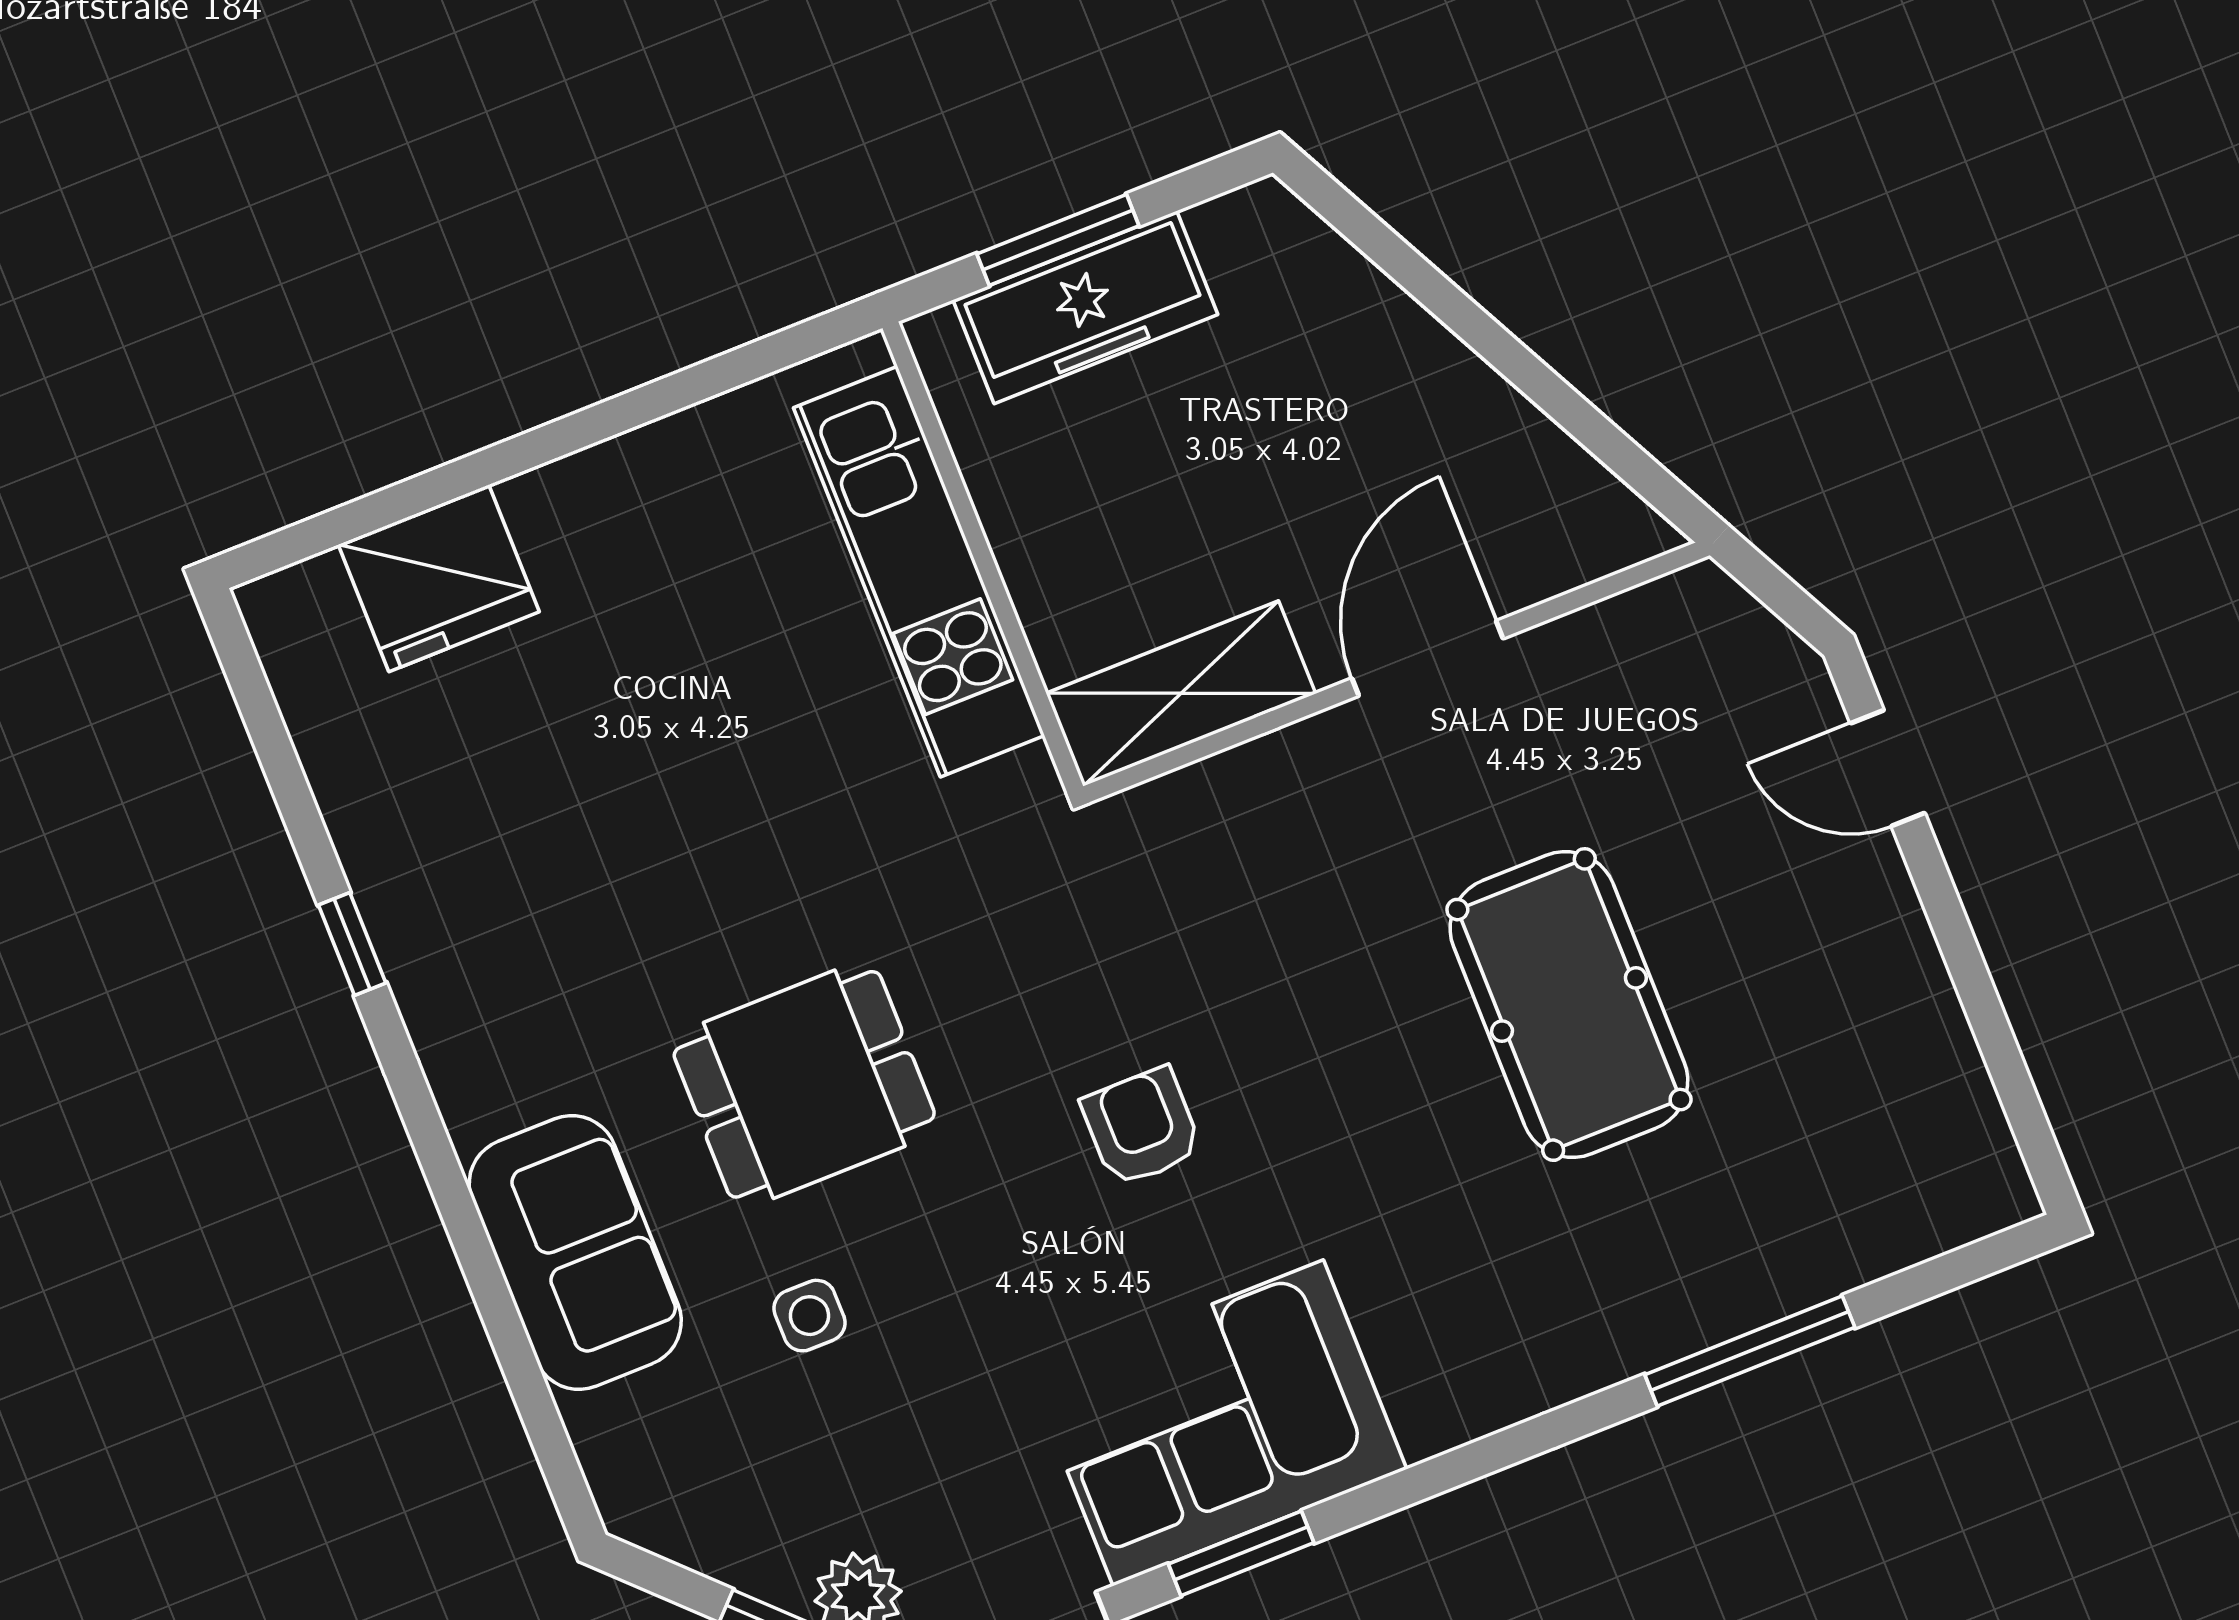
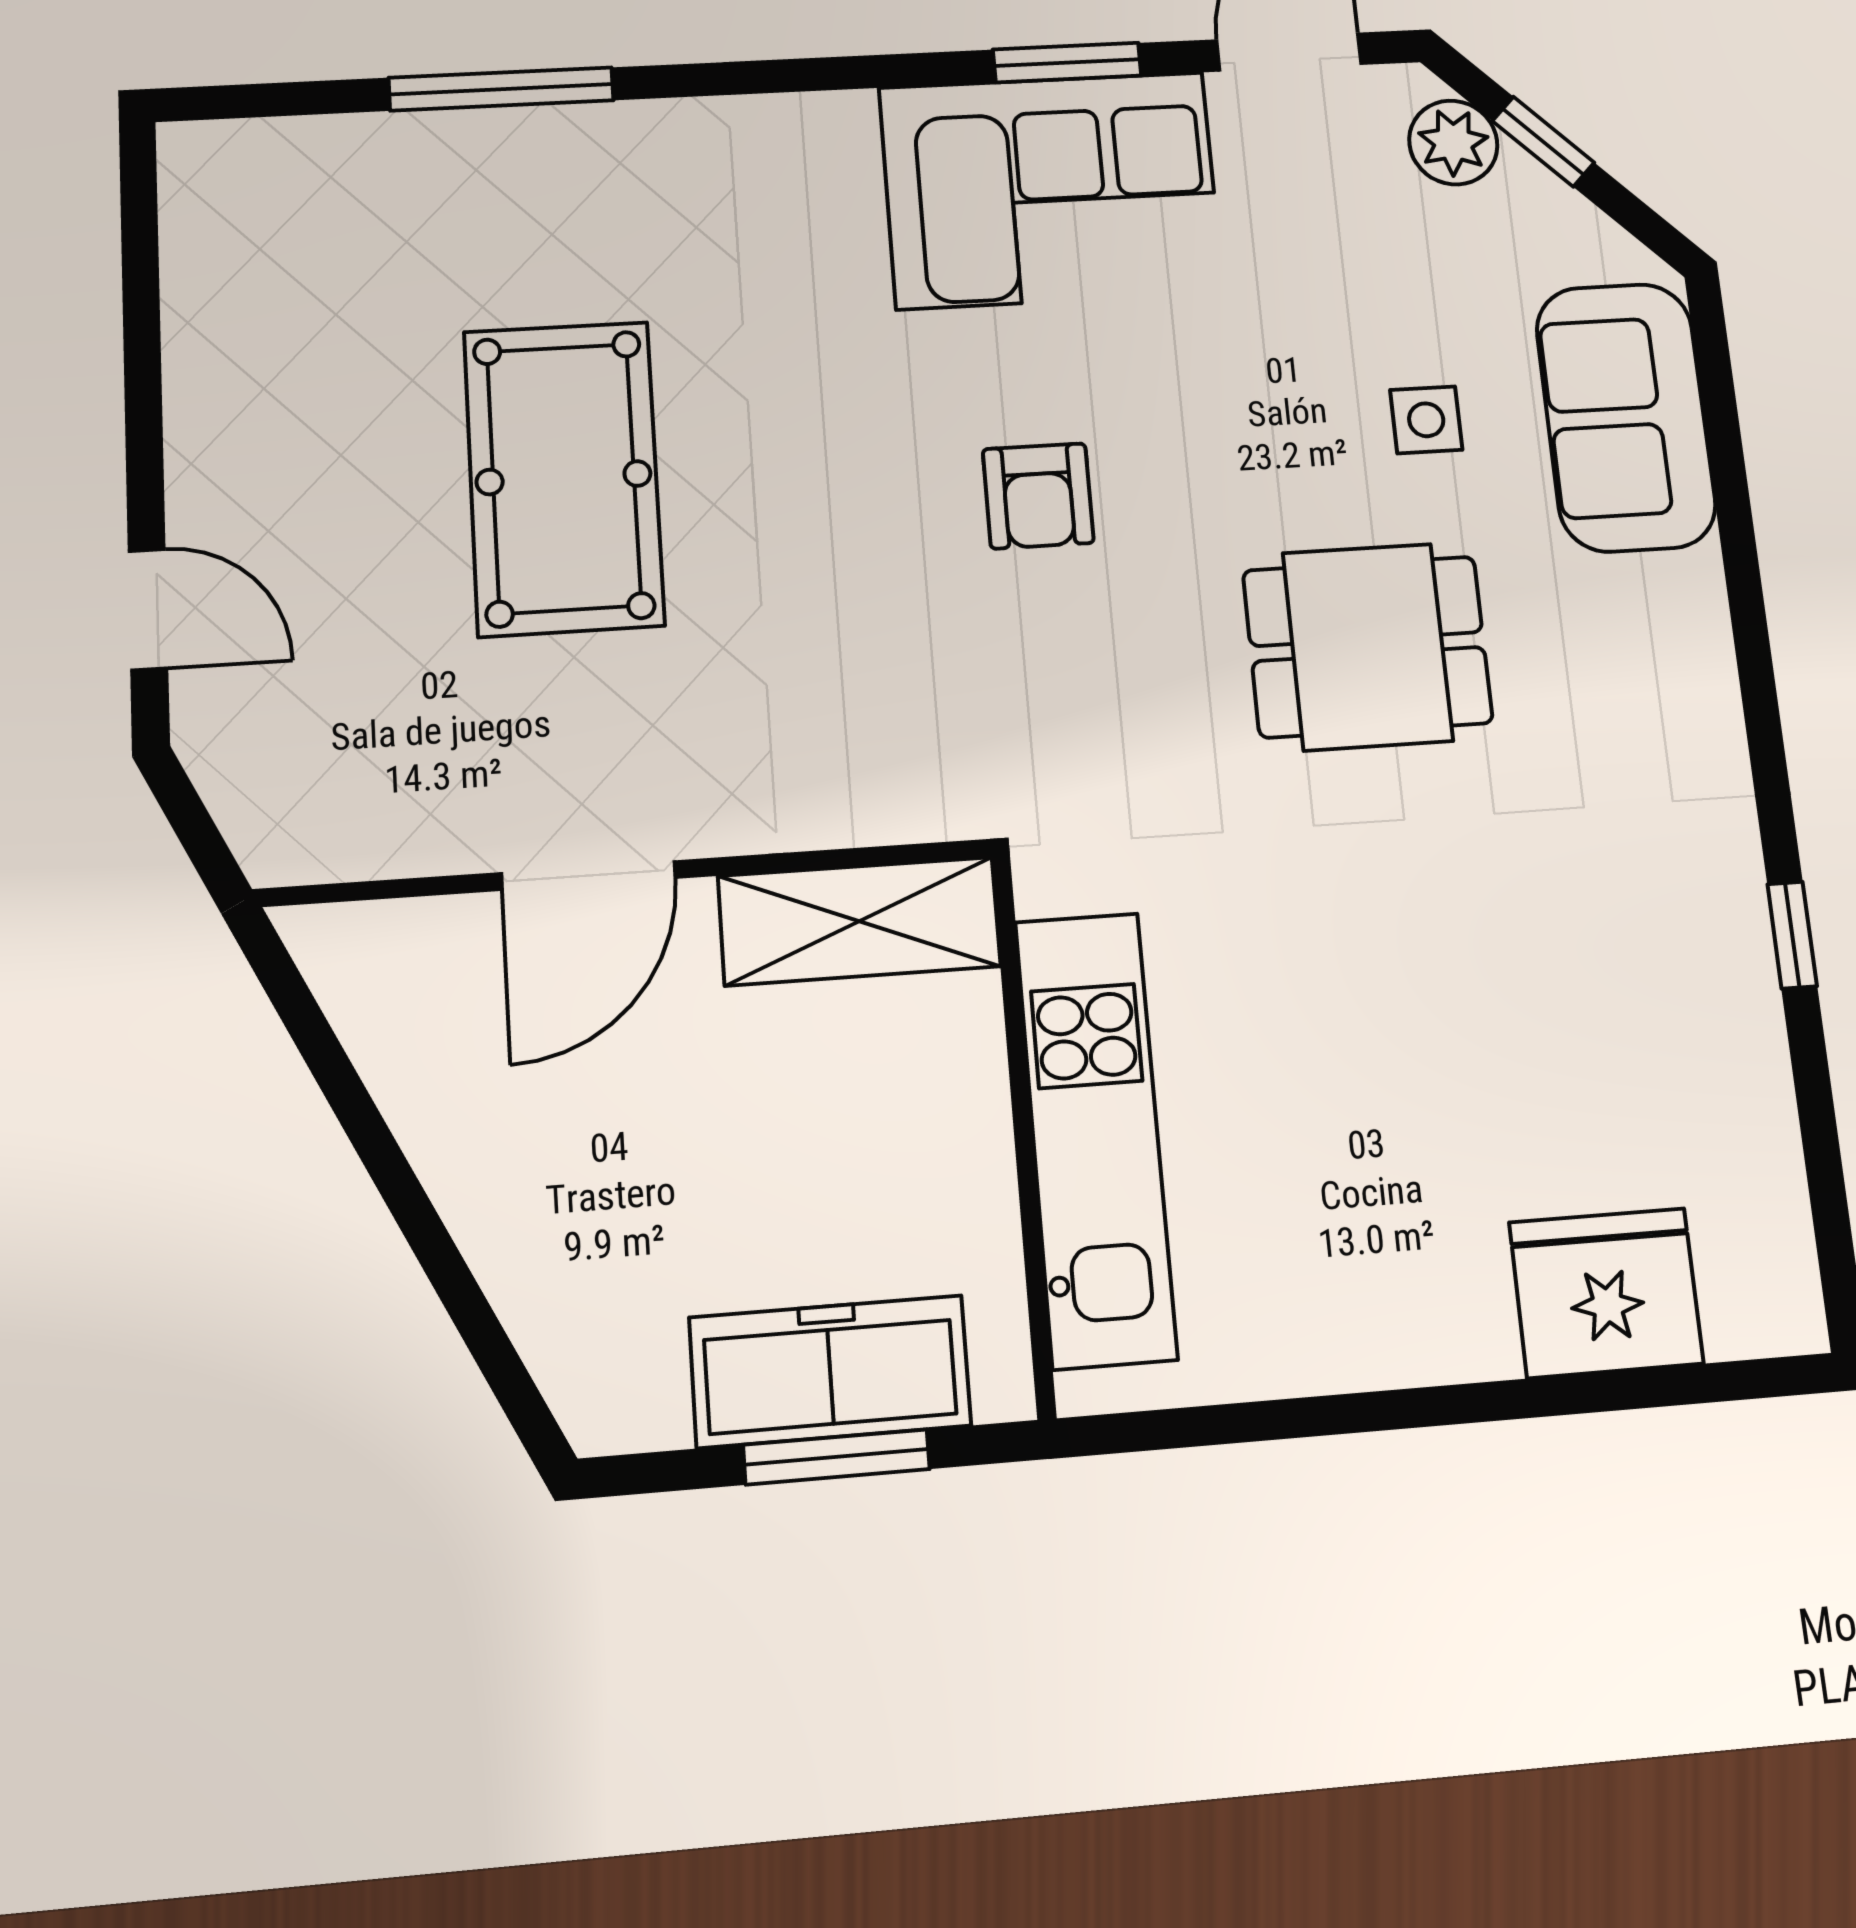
sofa: (575, 1252) -> (1626, 417), moved

